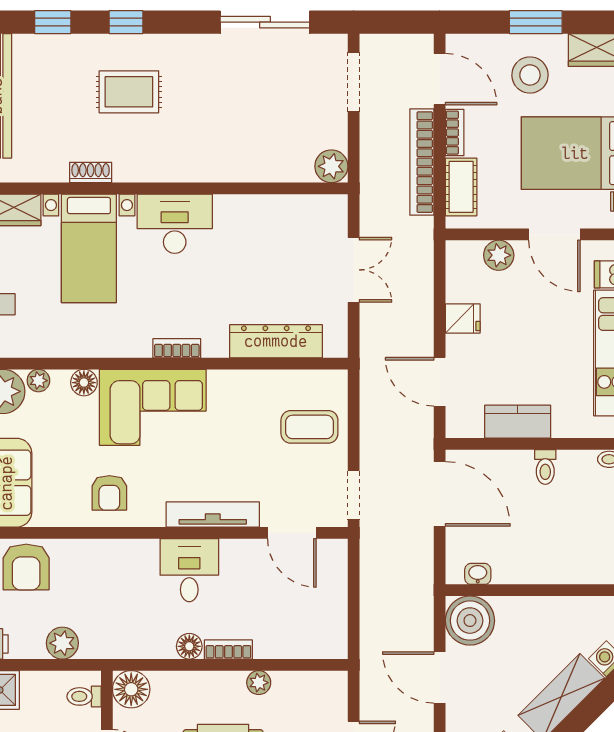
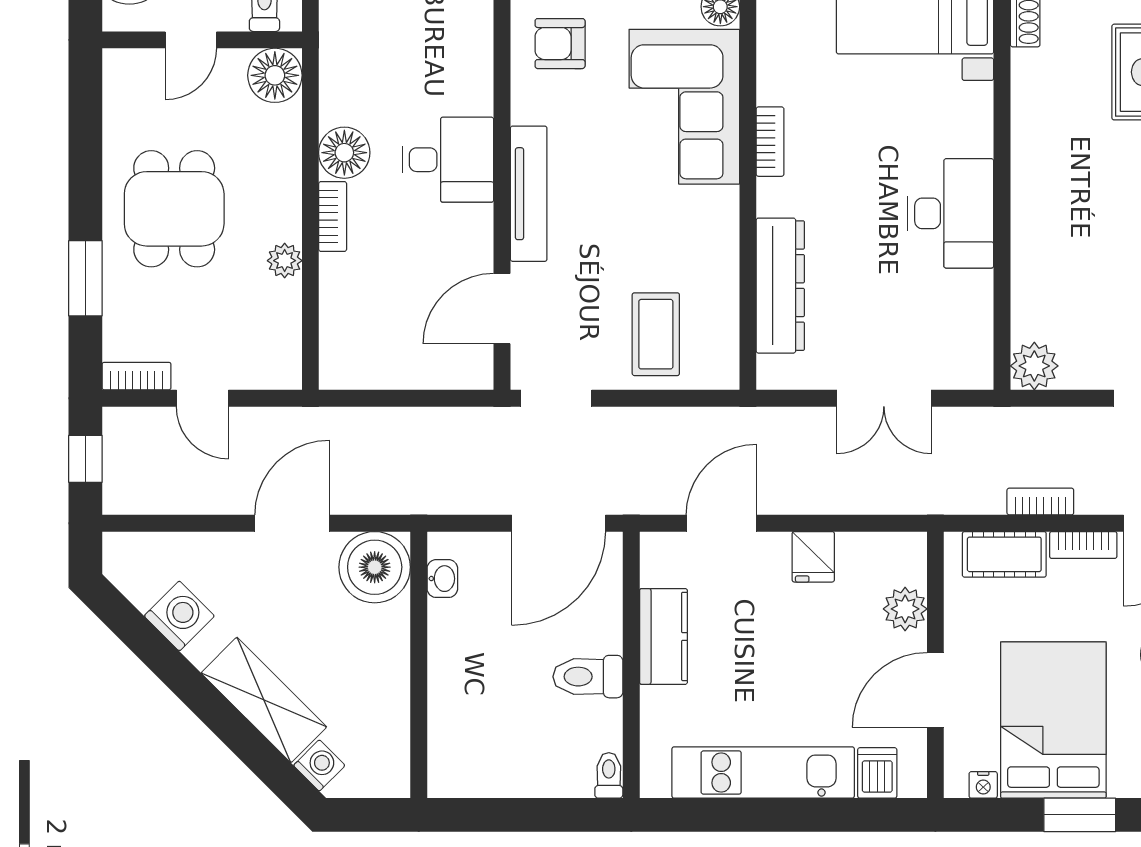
bookcase: (422, 162) -> (1040, 502), width x0.43, depth x0.76
desk: (175, 224) -> (951, 213), moved
toilet: (545, 467) -> (588, 677), width x1.37, depth x1.39
floor lamp: (189, 646) -> (344, 153), width x1.38, depth x1.38

